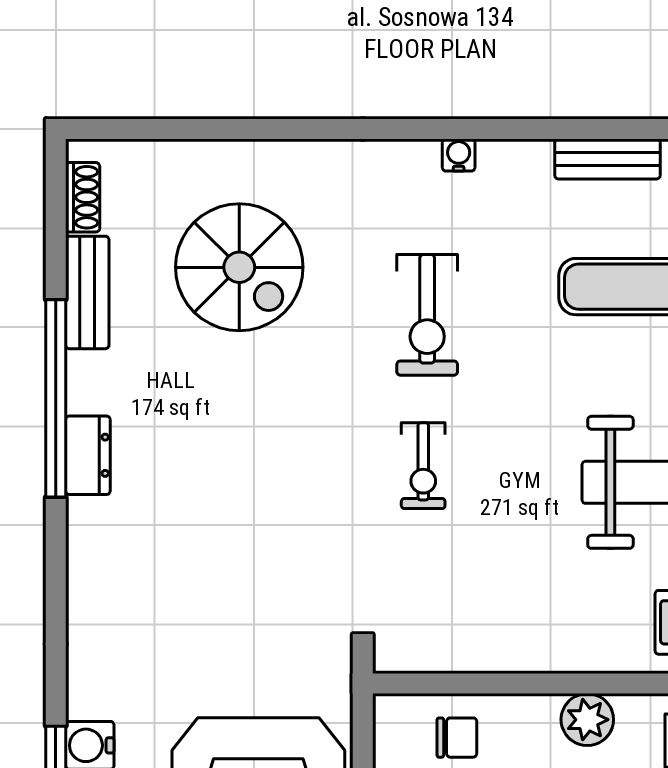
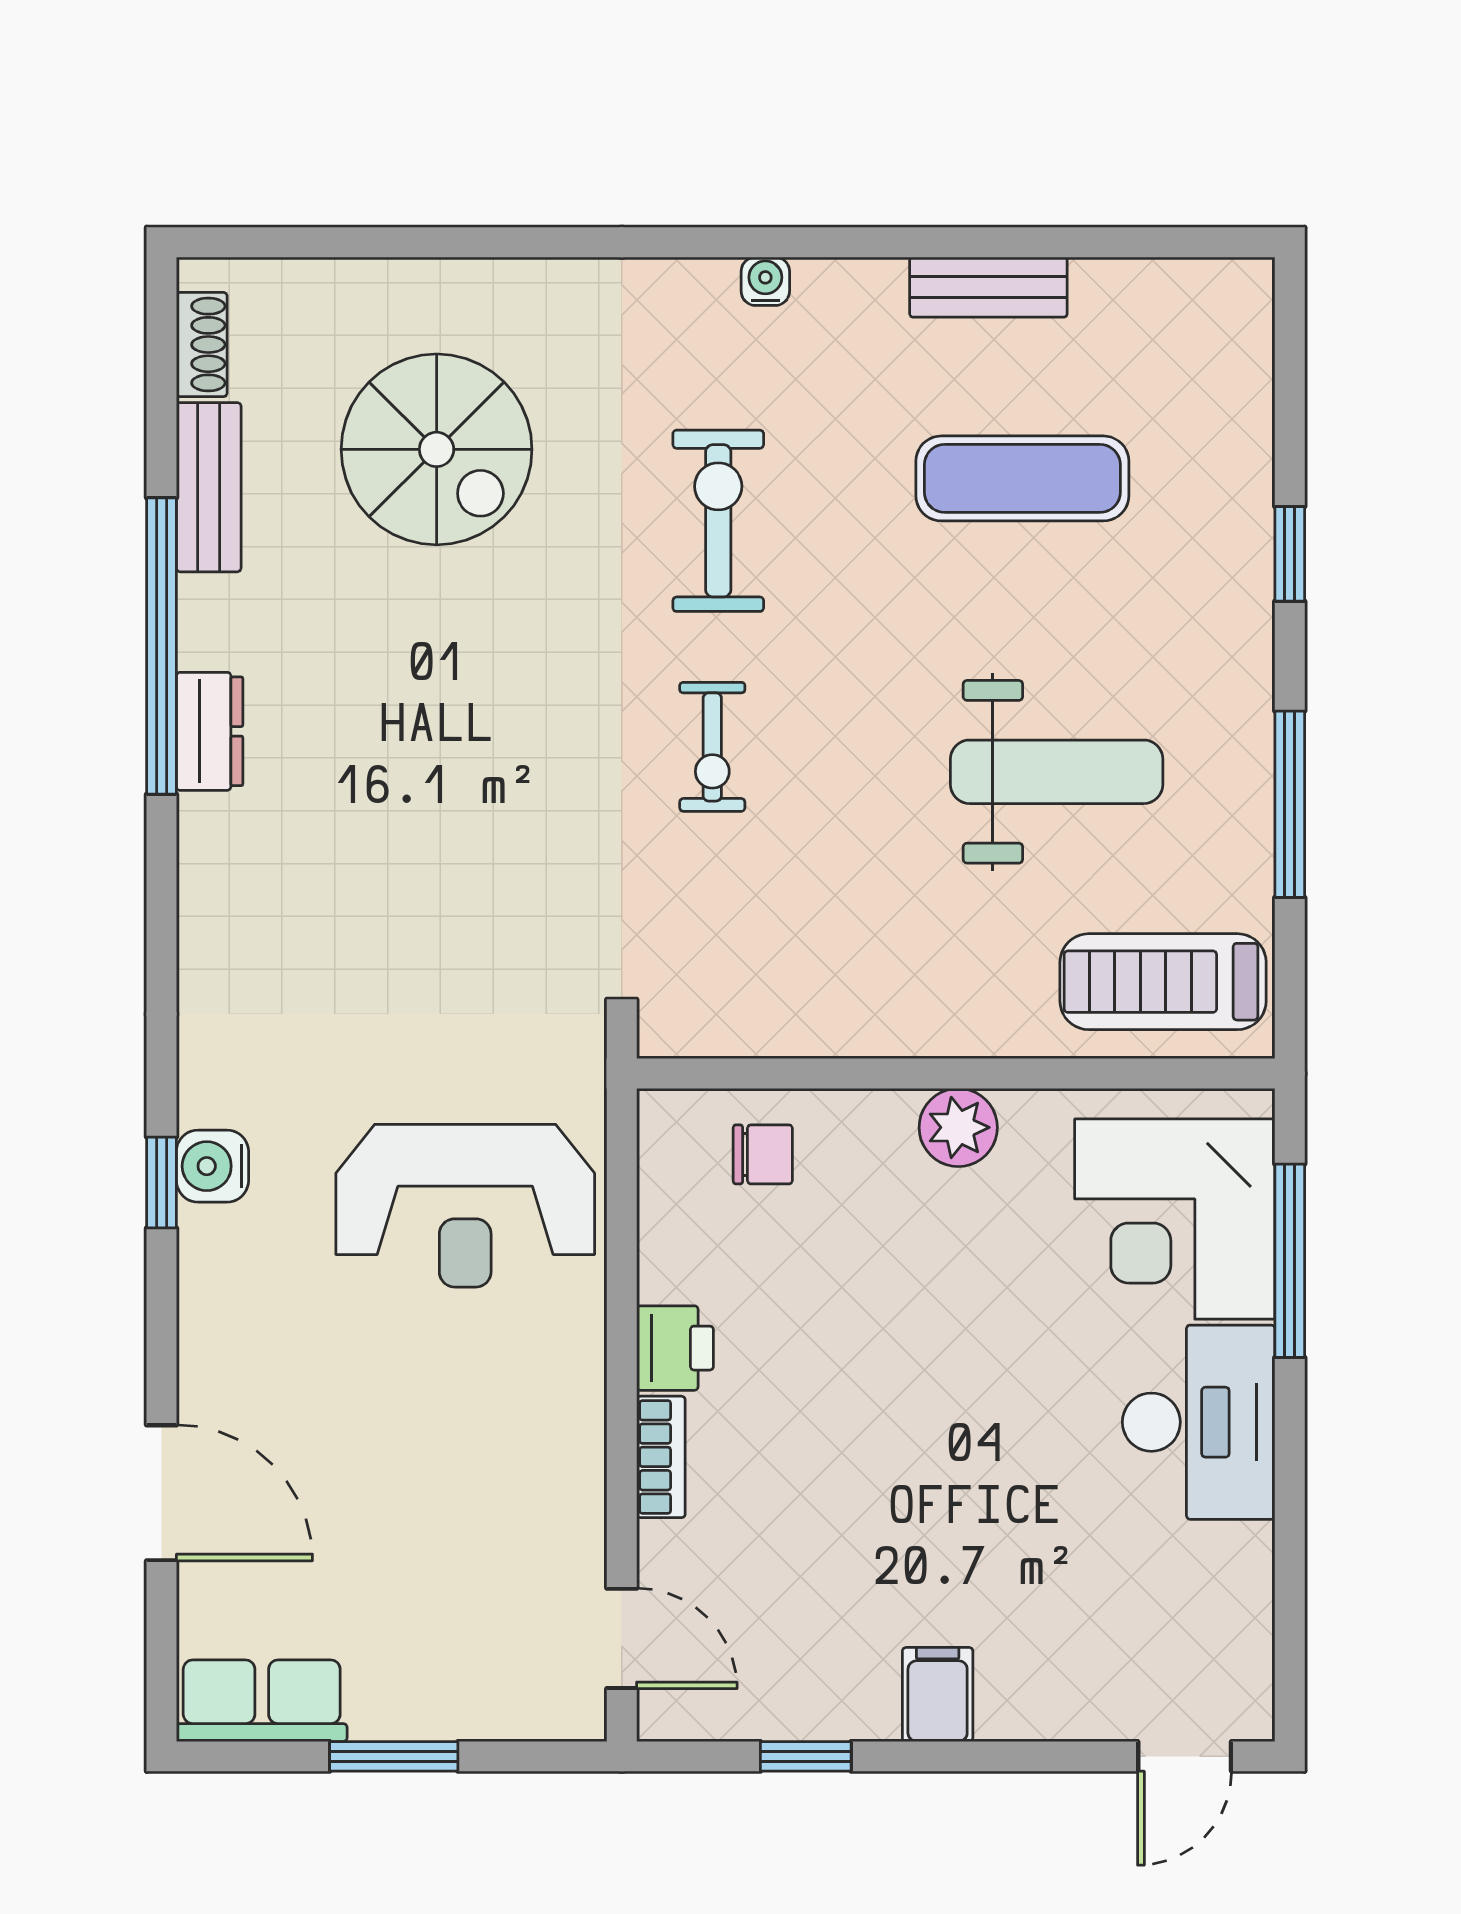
exercise bike: (427, 315) -> (718, 521), turned 180

